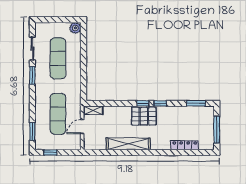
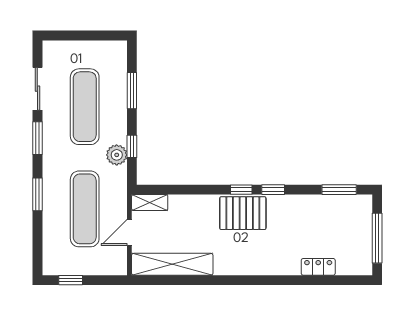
plant: (75, 28) -> (117, 155), moved
window: (84, 50) -> (132, 91), added
window: (84, 80) -> (132, 146), added
window: (32, 131) -> (37, 194), moved
shelving: (128, 144) -> (172, 264), moved
locker: (185, 145) -> (318, 267), width x0.66

